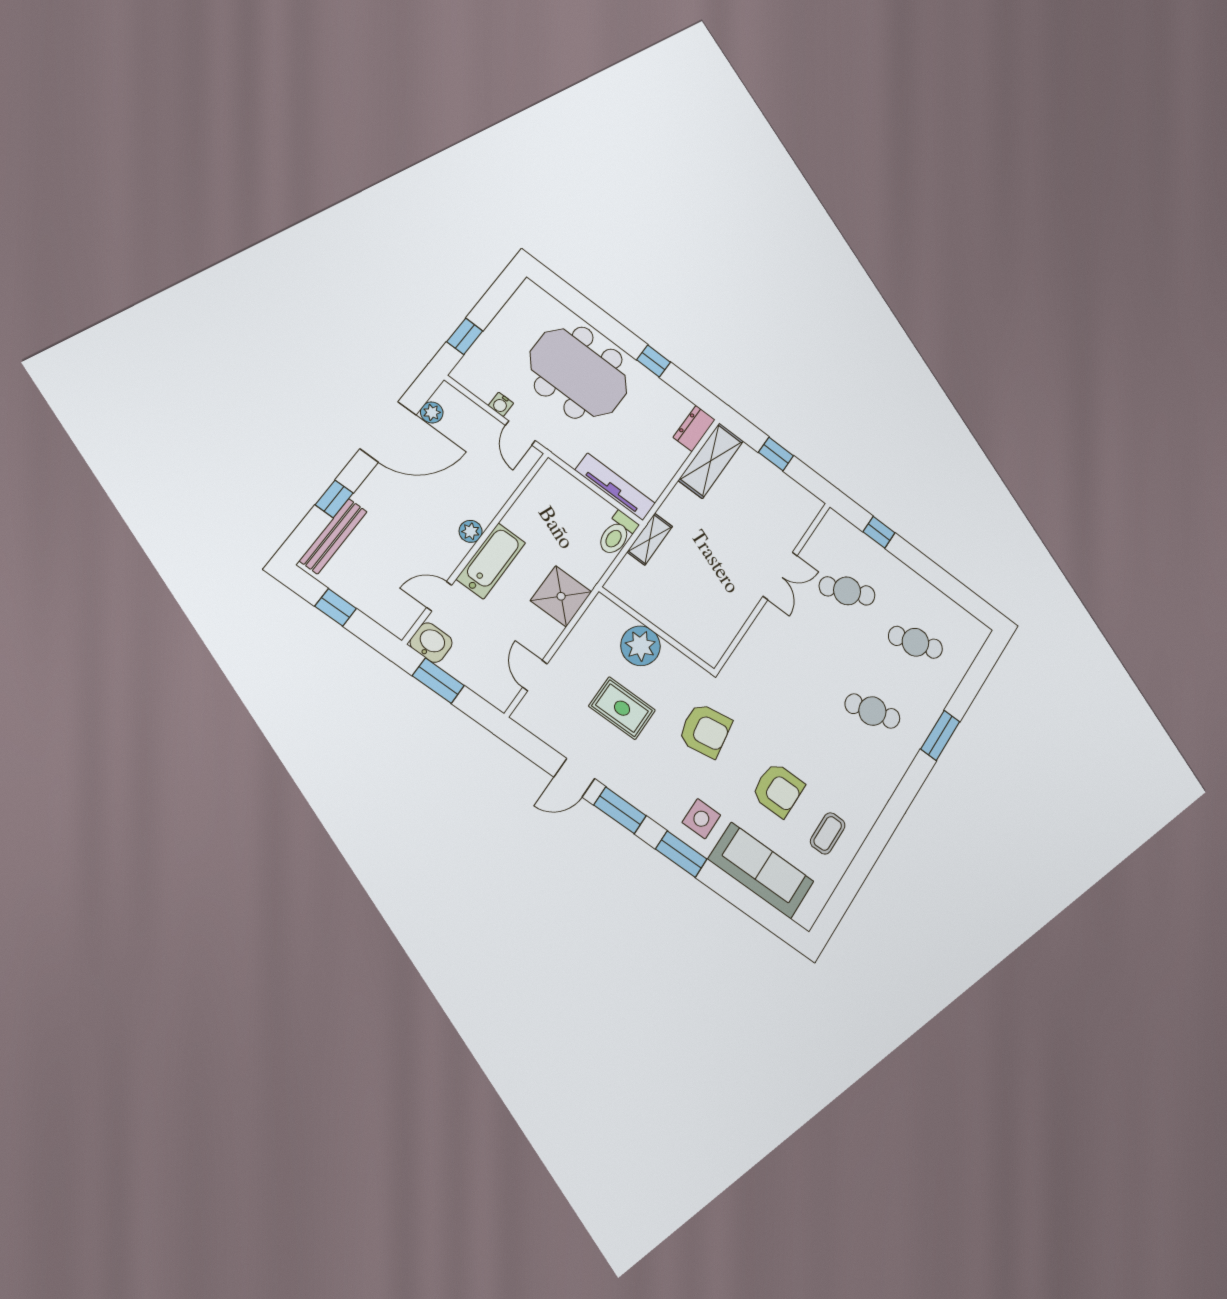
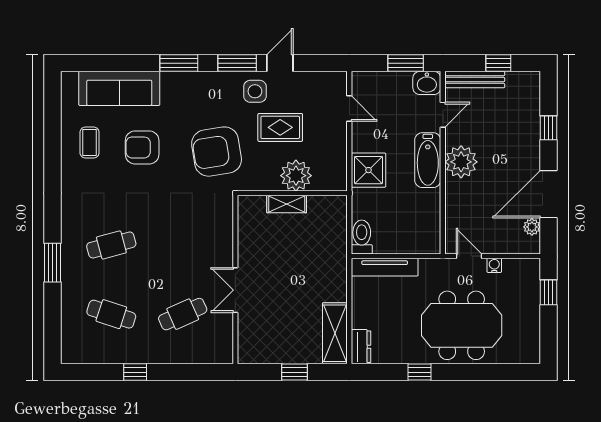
plant: (471, 531) -> (461, 162), width x1.87, depth x1.87
window: (879, 532) -> (135, 372), moved
bench: (333, 536) -> (475, 80), moved, turned 90
shelving: (650, 539) -> (287, 204), moved, turned 90
cafe table: (915, 642) -> (111, 314), turned 36
armchair: (705, 730) -> (217, 152), width x1.36, depth x1.36
side table: (701, 819) -> (255, 91), moved

